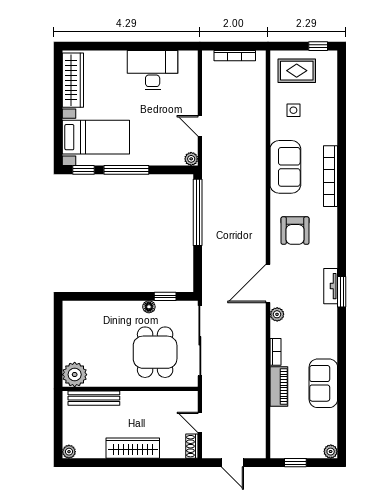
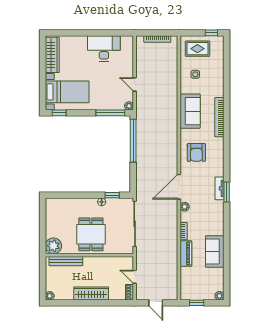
window: (126, 170) -> (110, 113), moved
dining table: (155, 352) -> (91, 234), moved

